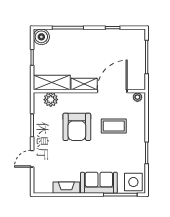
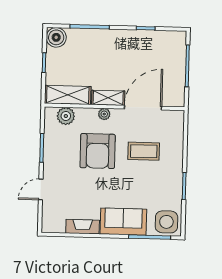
plant: (137, 97) -> (104, 114), moved

